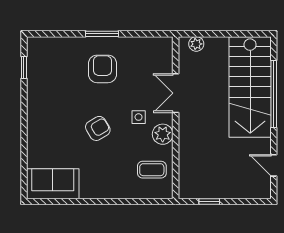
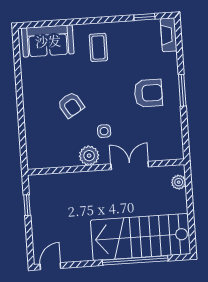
fireplace: (44, 44) -> (169, 35), added
armchair: (98, 128) -> (71, 105), moved
door: (274, 165) -> (50, 266), moved
coffee table: (152, 170) -> (98, 47), moved
sofa: (53, 184) -> (48, 41), moved, turned 90

